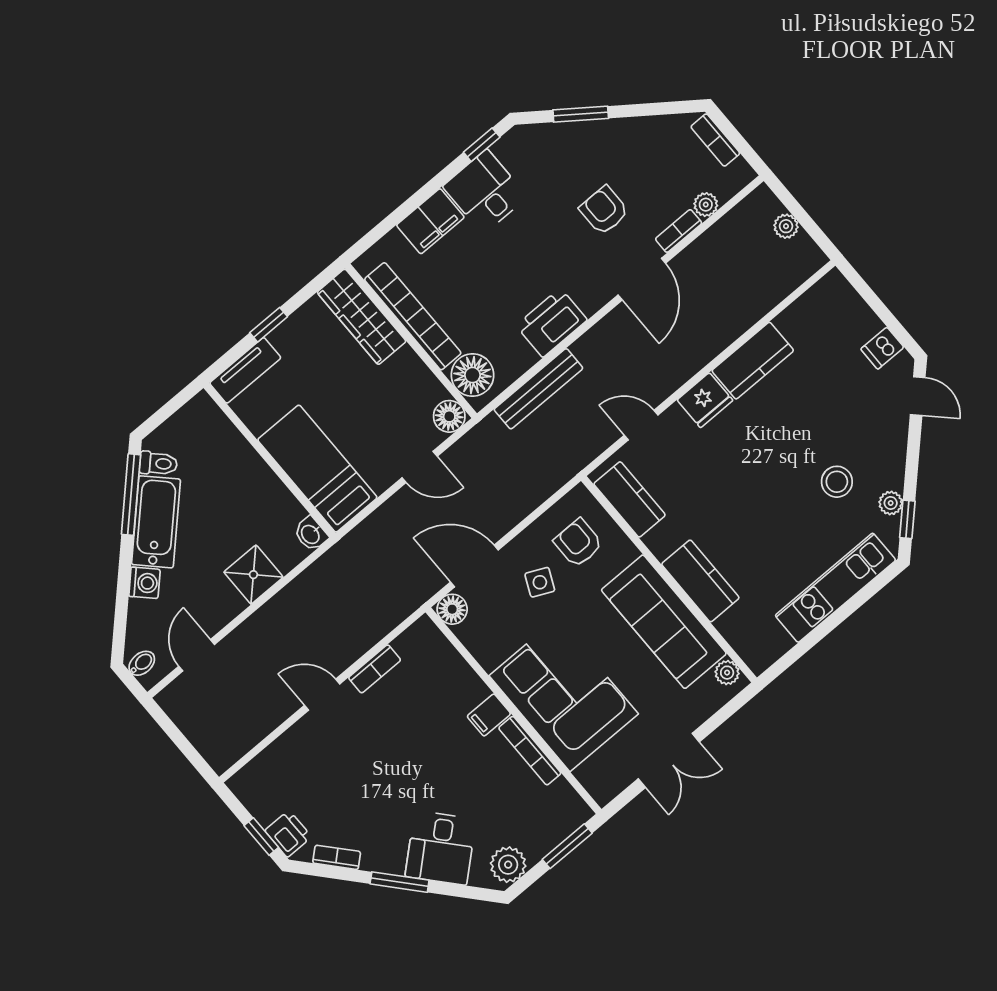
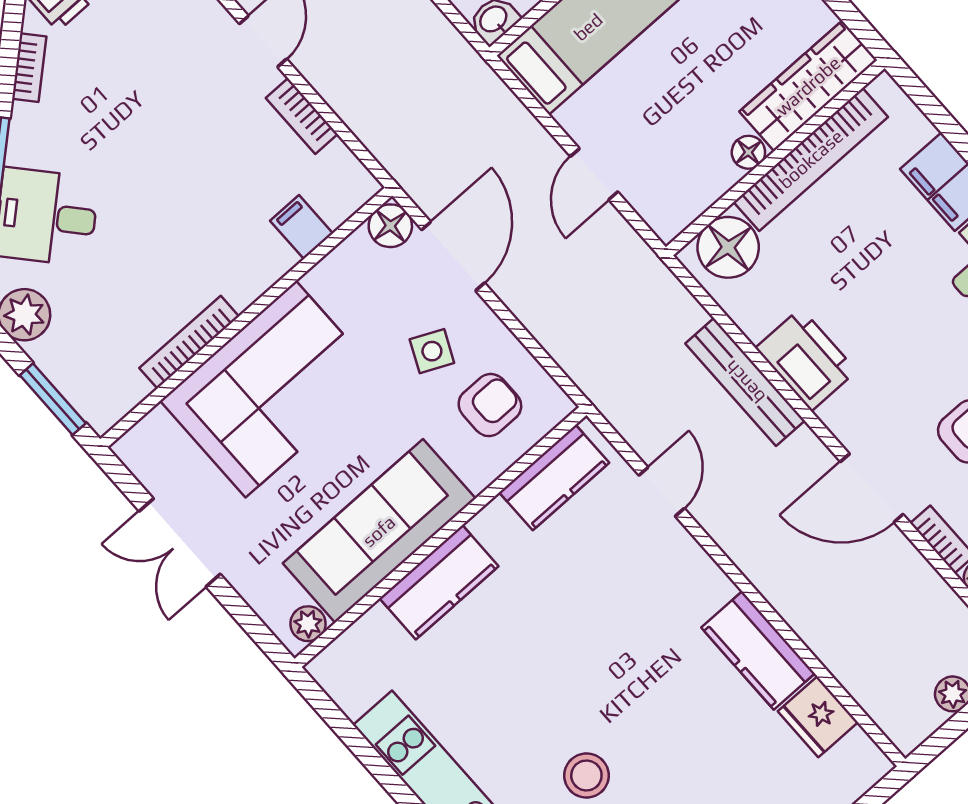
bench: (538, 389) -> (745, 382), moved
fridge: (705, 400) -> (818, 717), moved
floor lamp: (449, 416) -> (748, 152), moved, width x0.73, depth x0.73
filing cabinet: (489, 715) -> (301, 227), moved

